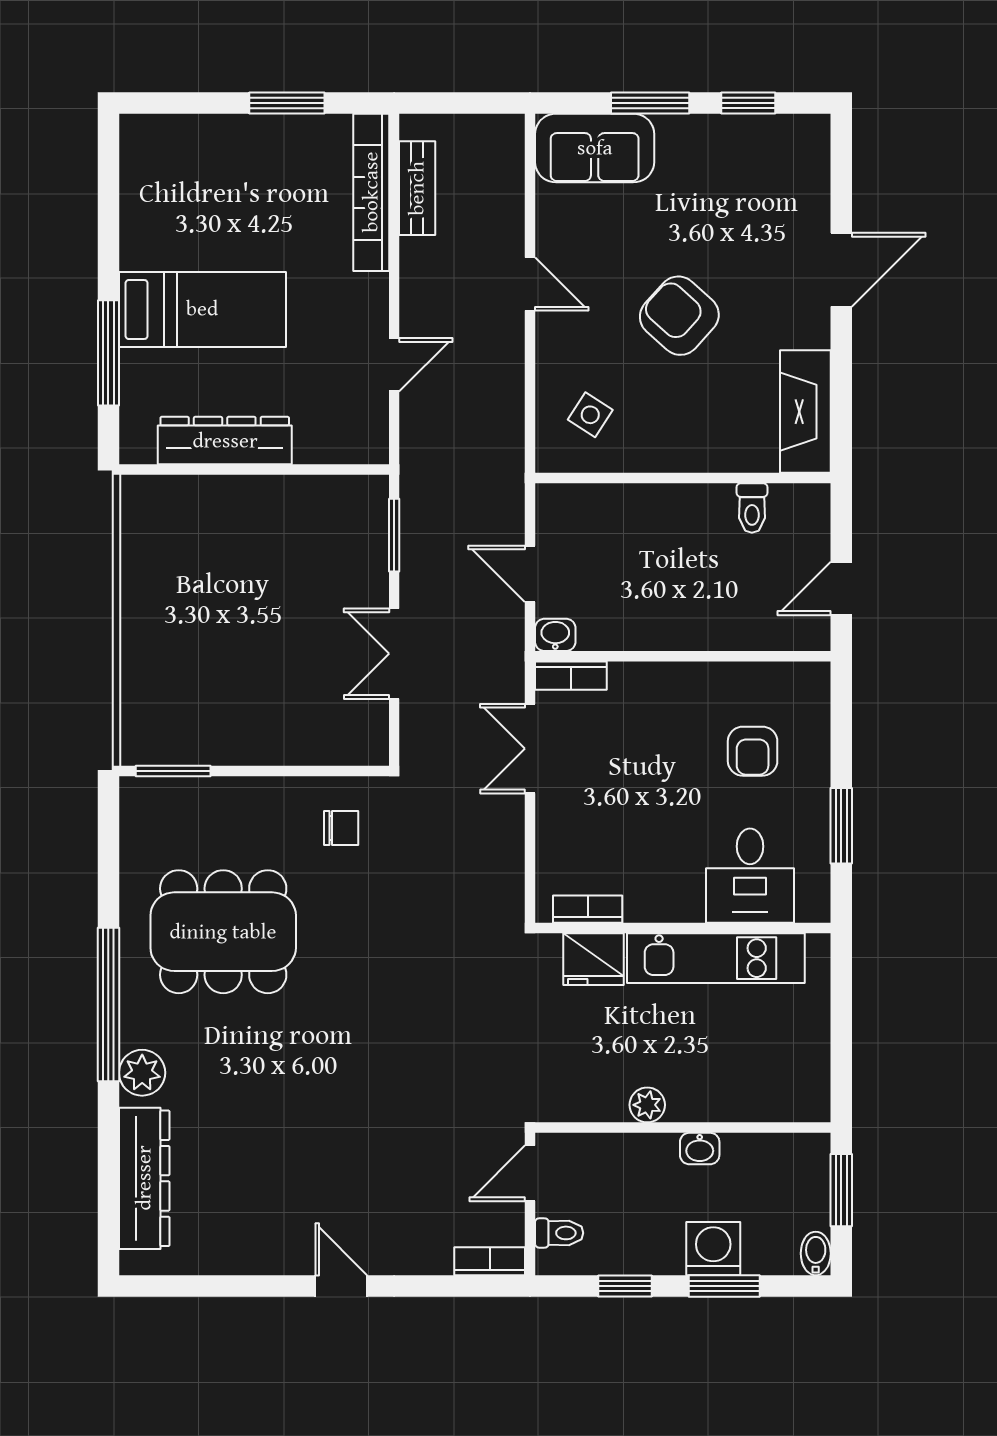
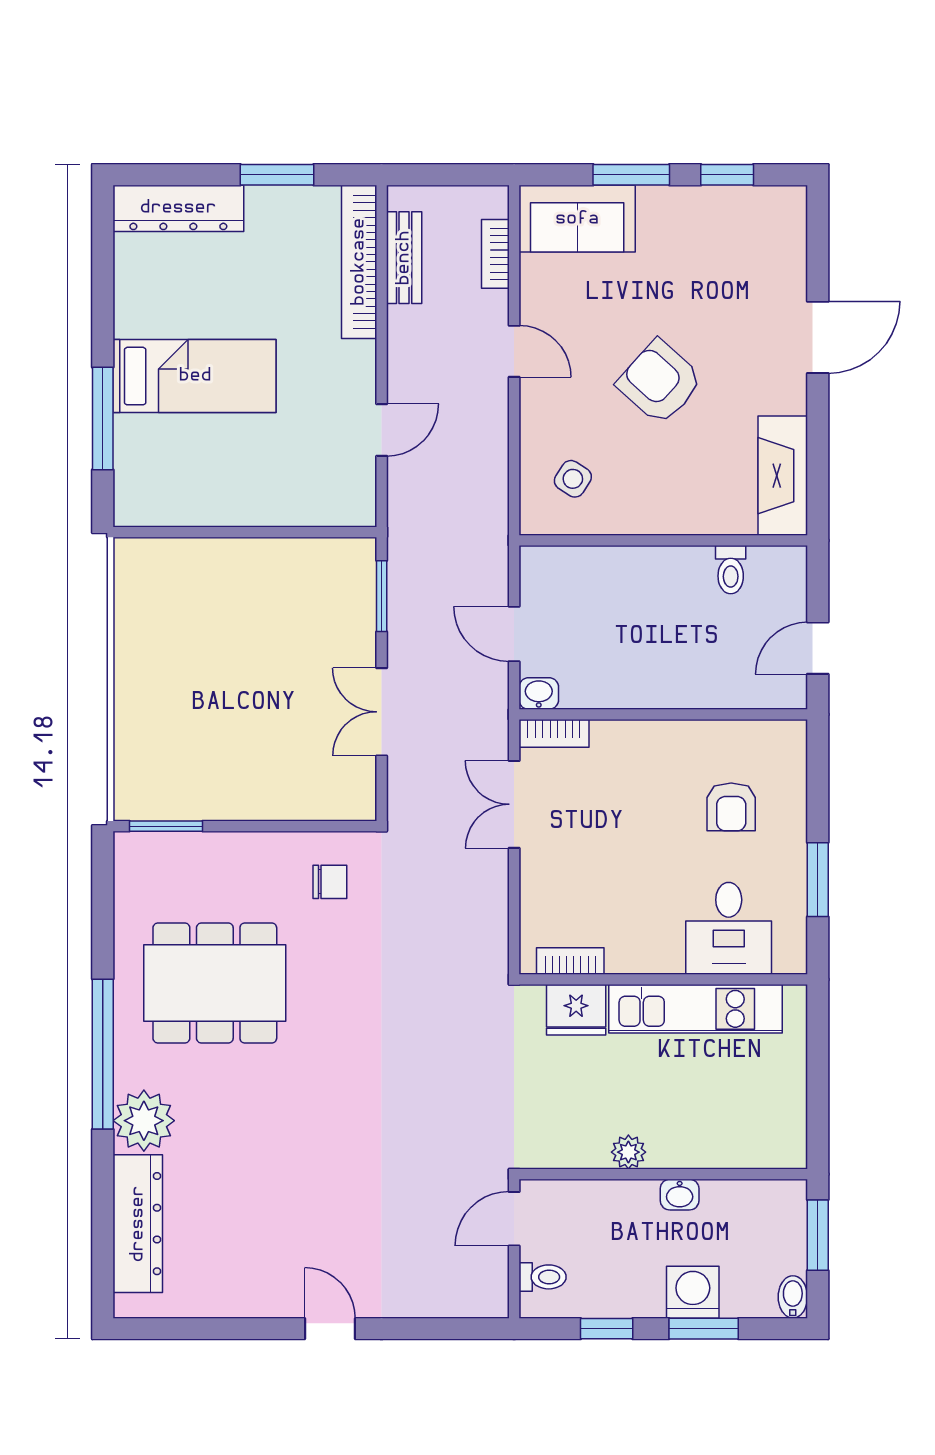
dresser: (225, 441) -> (178, 208), moved, turned 180
plant: (142, 1073) -> (144, 1121), width x1.36, depth x1.36
bookcase: (490, 1261) -> (495, 254), moved, turned -90

